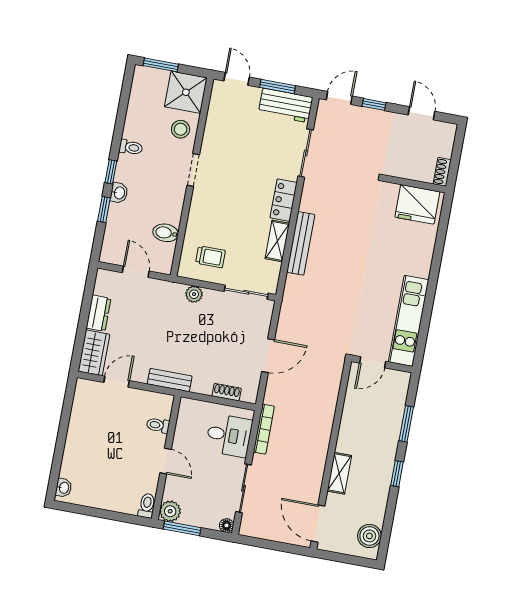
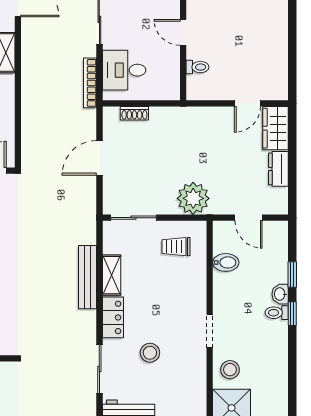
toilet: (131, 147) -> (277, 313), moved
stool: (254, 160) -> (150, 353), added
plant: (194, 294) -> (193, 198), width x1.87, depth x1.87
bench: (170, 380) -> (194, 115), removed

